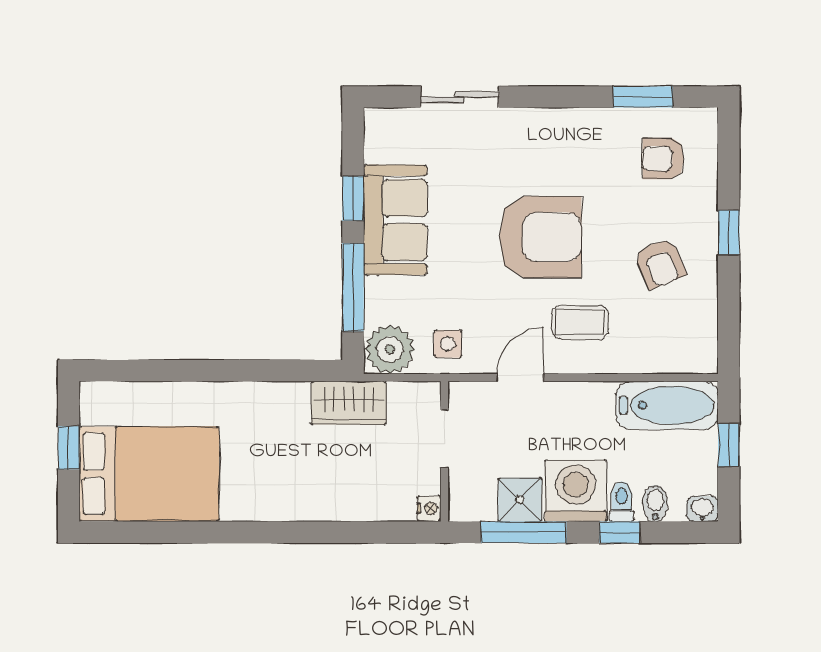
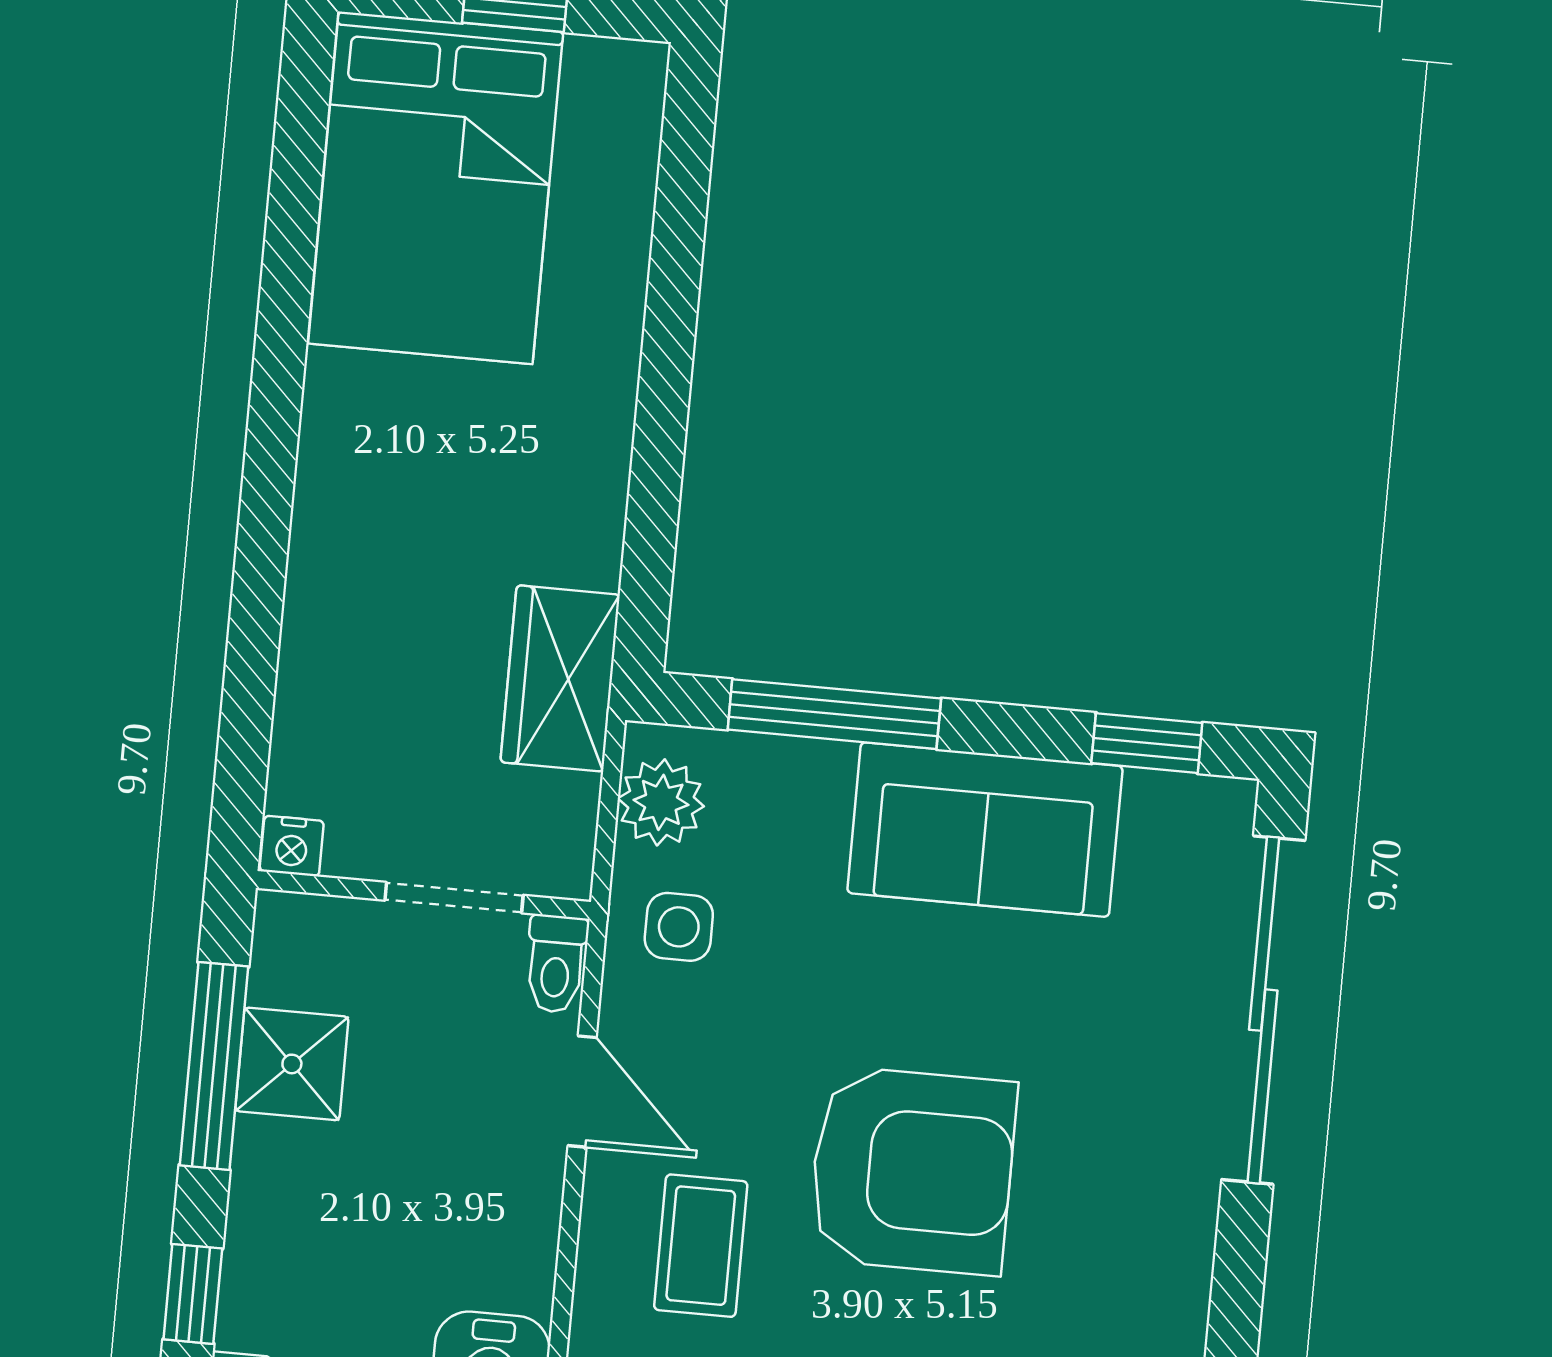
sliding door: (460, 97) -> (1263, 1010), width x1.86
window: (353, 198) -> (1147, 743), moved
armchair: (540, 237) -> (912, 1171), turned -90
plant: (390, 349) -> (661, 802), width x0.73, depth x0.73
washing machine: (576, 491) -> (301, 1198), removed
toilet: (622, 502) -> (556, 964), moved, turned 90

